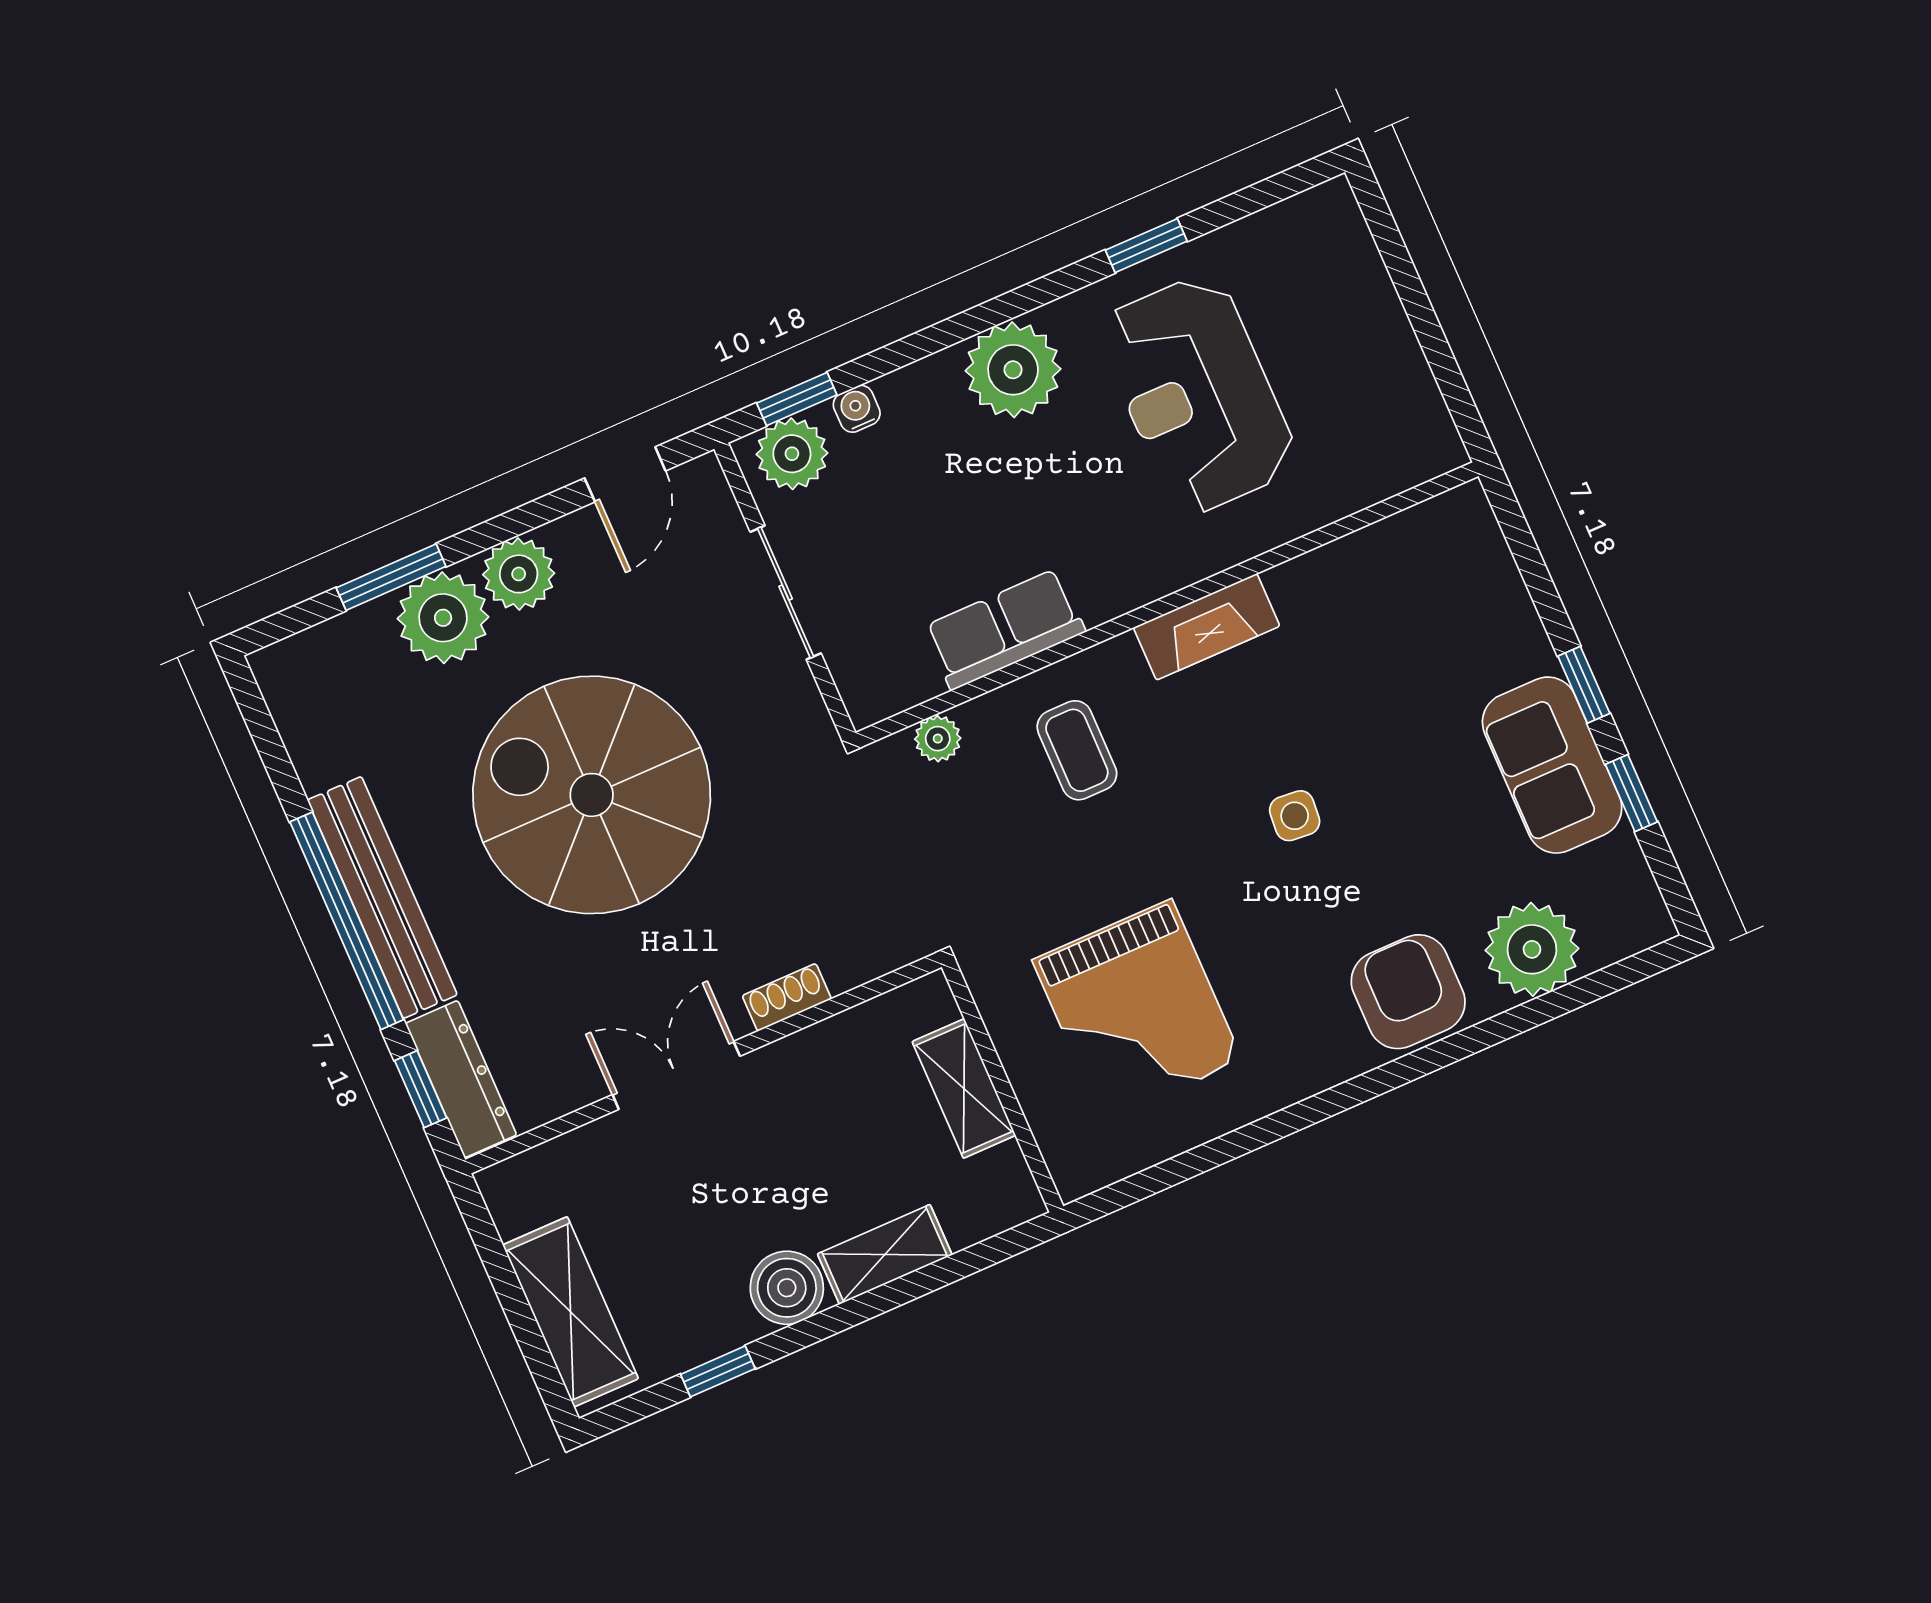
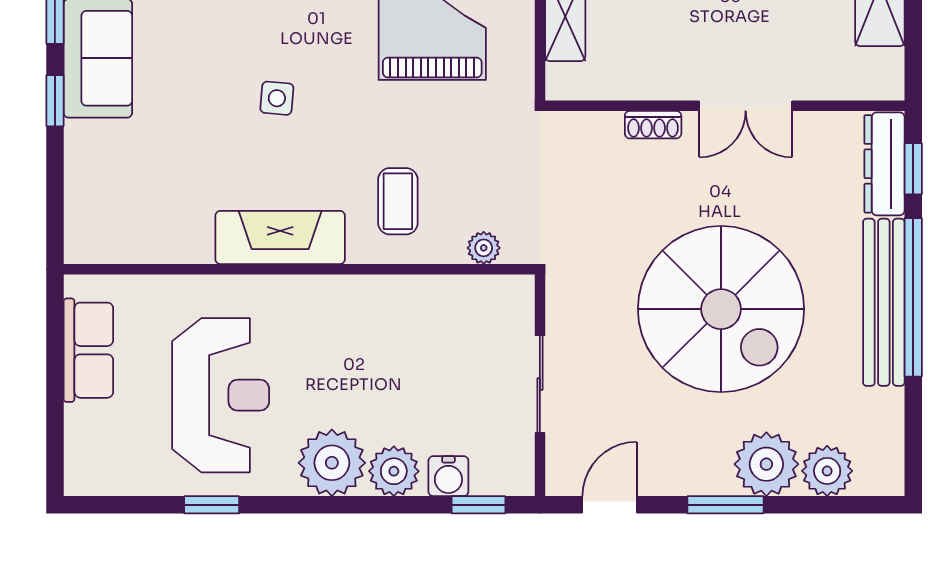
water cooler: (857, 409) -> (448, 476), width x1.38, depth x1.38
plant: (792, 454) -> (394, 471), moved
plant: (519, 574) -> (827, 471), moved
window: (391, 577) -> (725, 505), moved
fireplace: (1207, 627) -> (280, 237), width x1.37, depth x1.32
row of seats: (1005, 629) -> (88, 350), moved, turned -90

